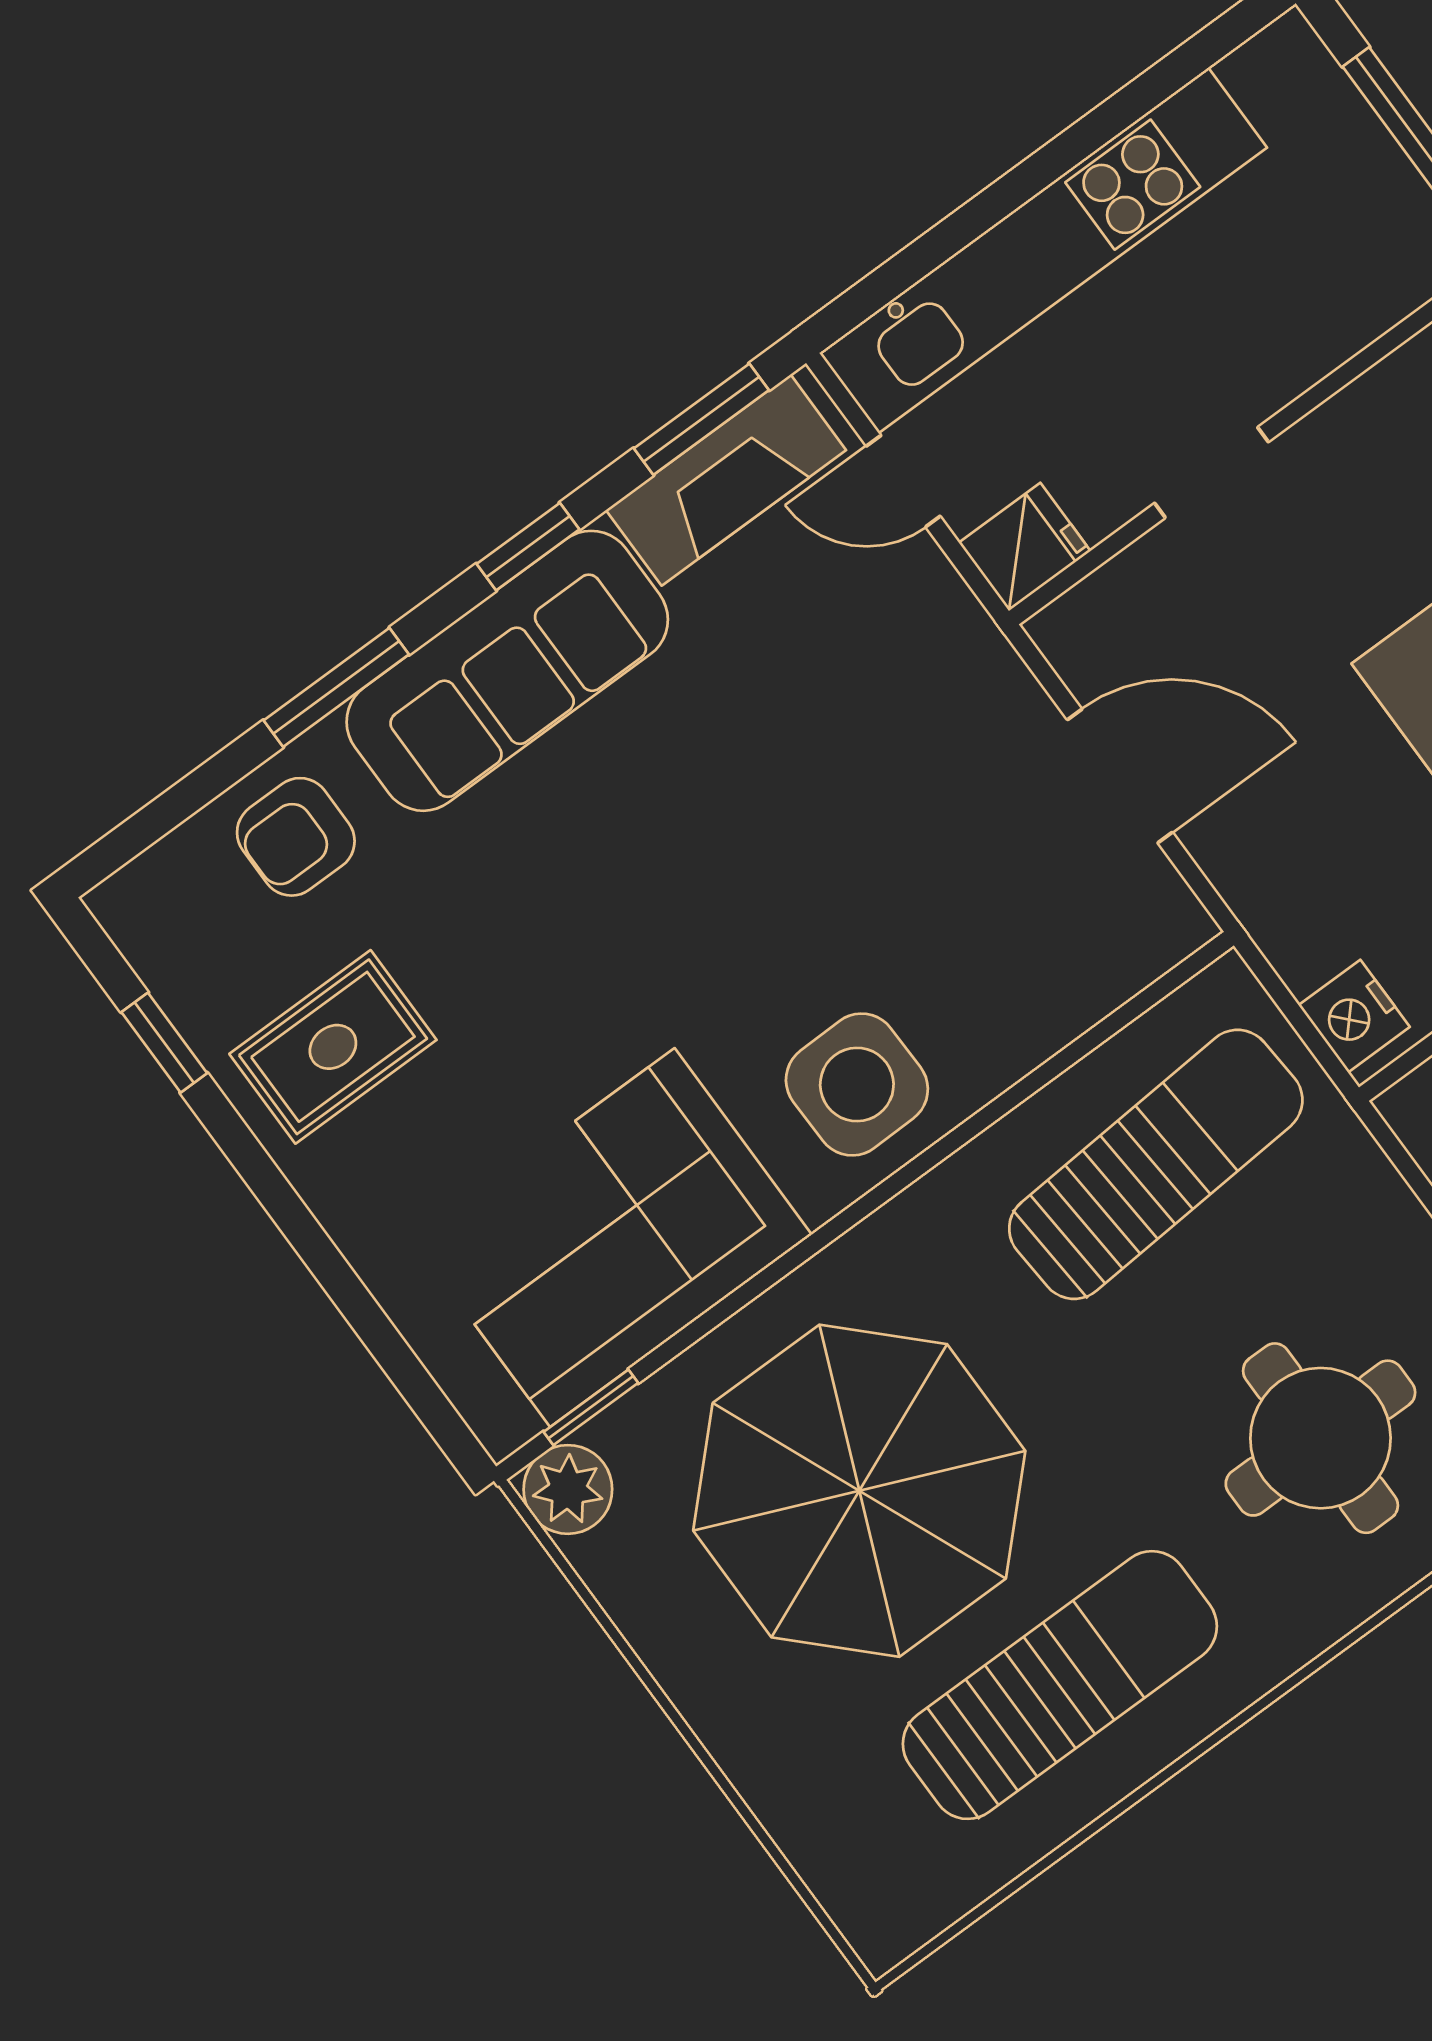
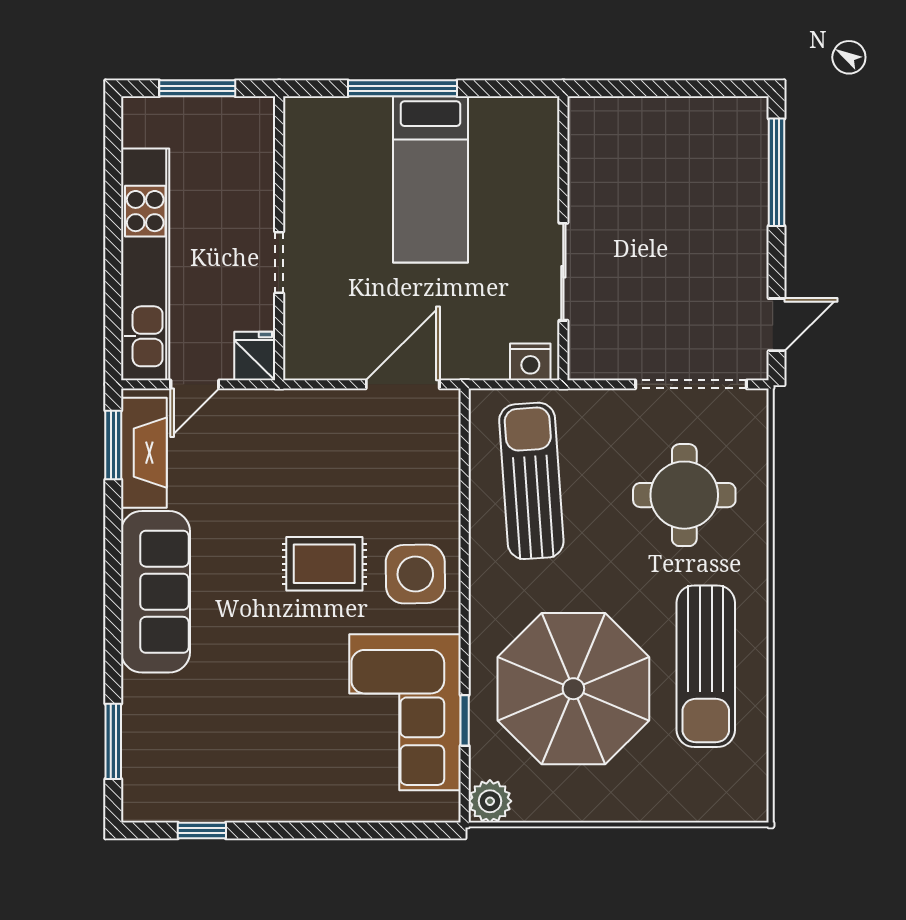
window: (528, 547) -> (113, 548), removed
window: (336, 687) -> (113, 741), moved
door: (1120, 776) -> (403, 384), moved
armchair: (296, 837) -> (160, 721), removed
rug: (333, 1047) -> (324, 564), moved, turned 90
window: (591, 1407) -> (465, 720), moved
sun lounger: (1060, 1685) -> (706, 666), turned 180

